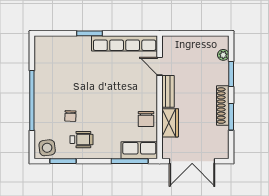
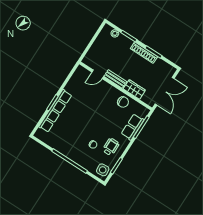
row of seats: (125, 43) -> (55, 111), moved
row of seats: (139, 150) -> (133, 127), moved

